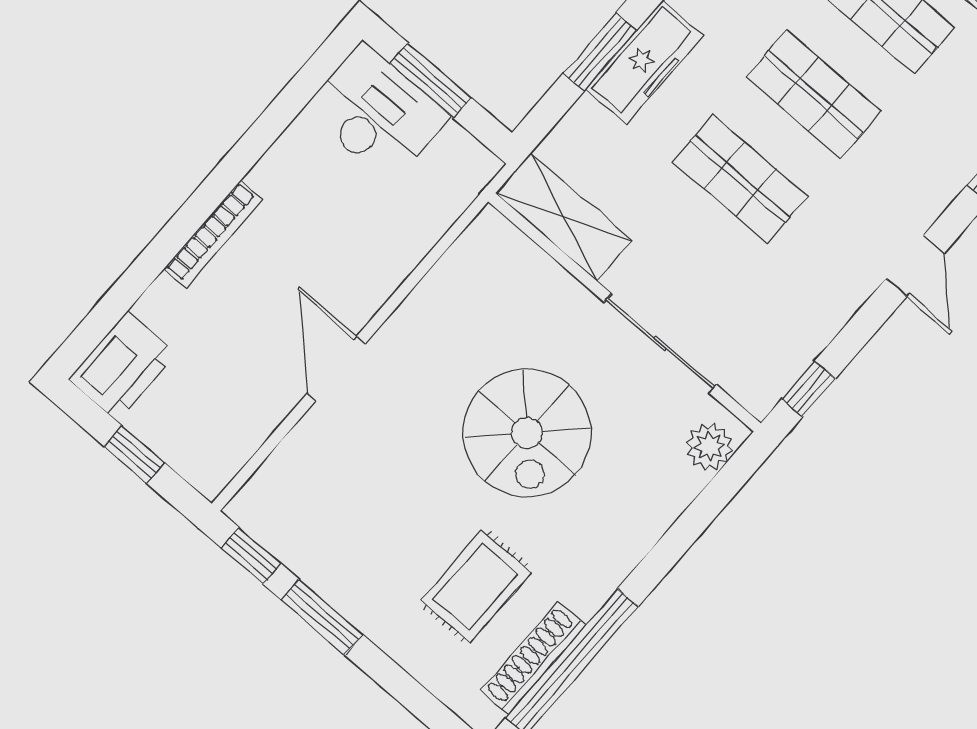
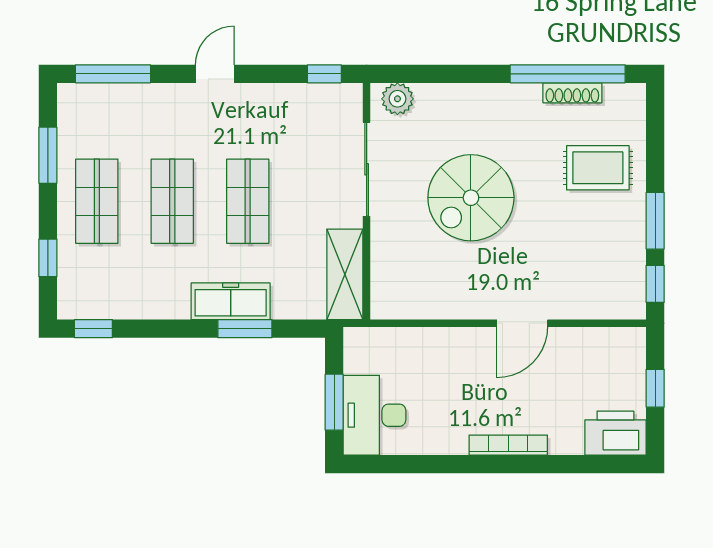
spiral stairs: (527, 433) -> (471, 198), turned 180
rug: (476, 586) -> (598, 168), moved
shoe rack: (533, 658) -> (572, 93), width x0.74, depth x0.81

